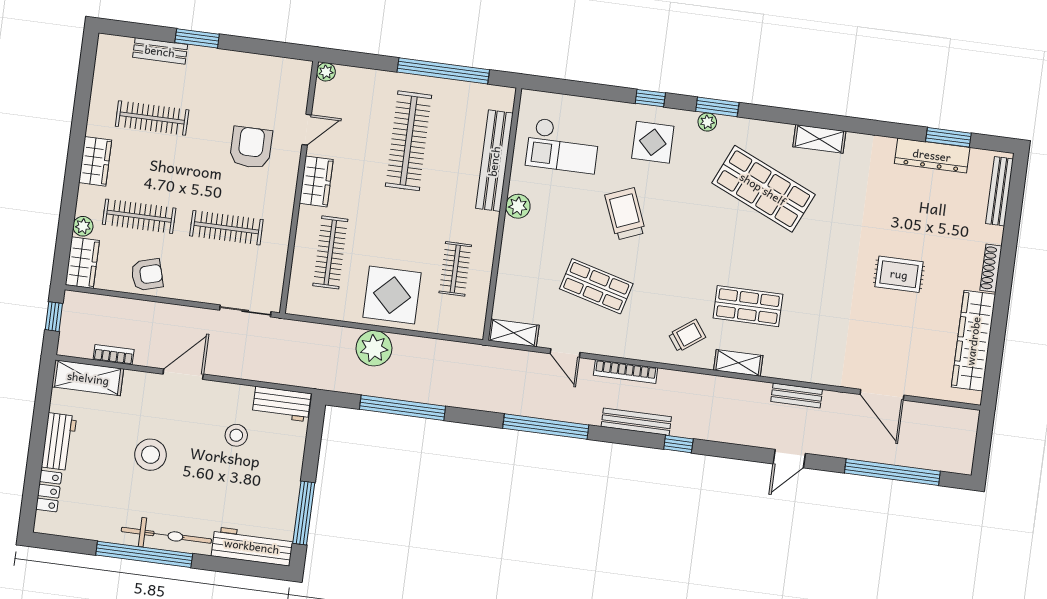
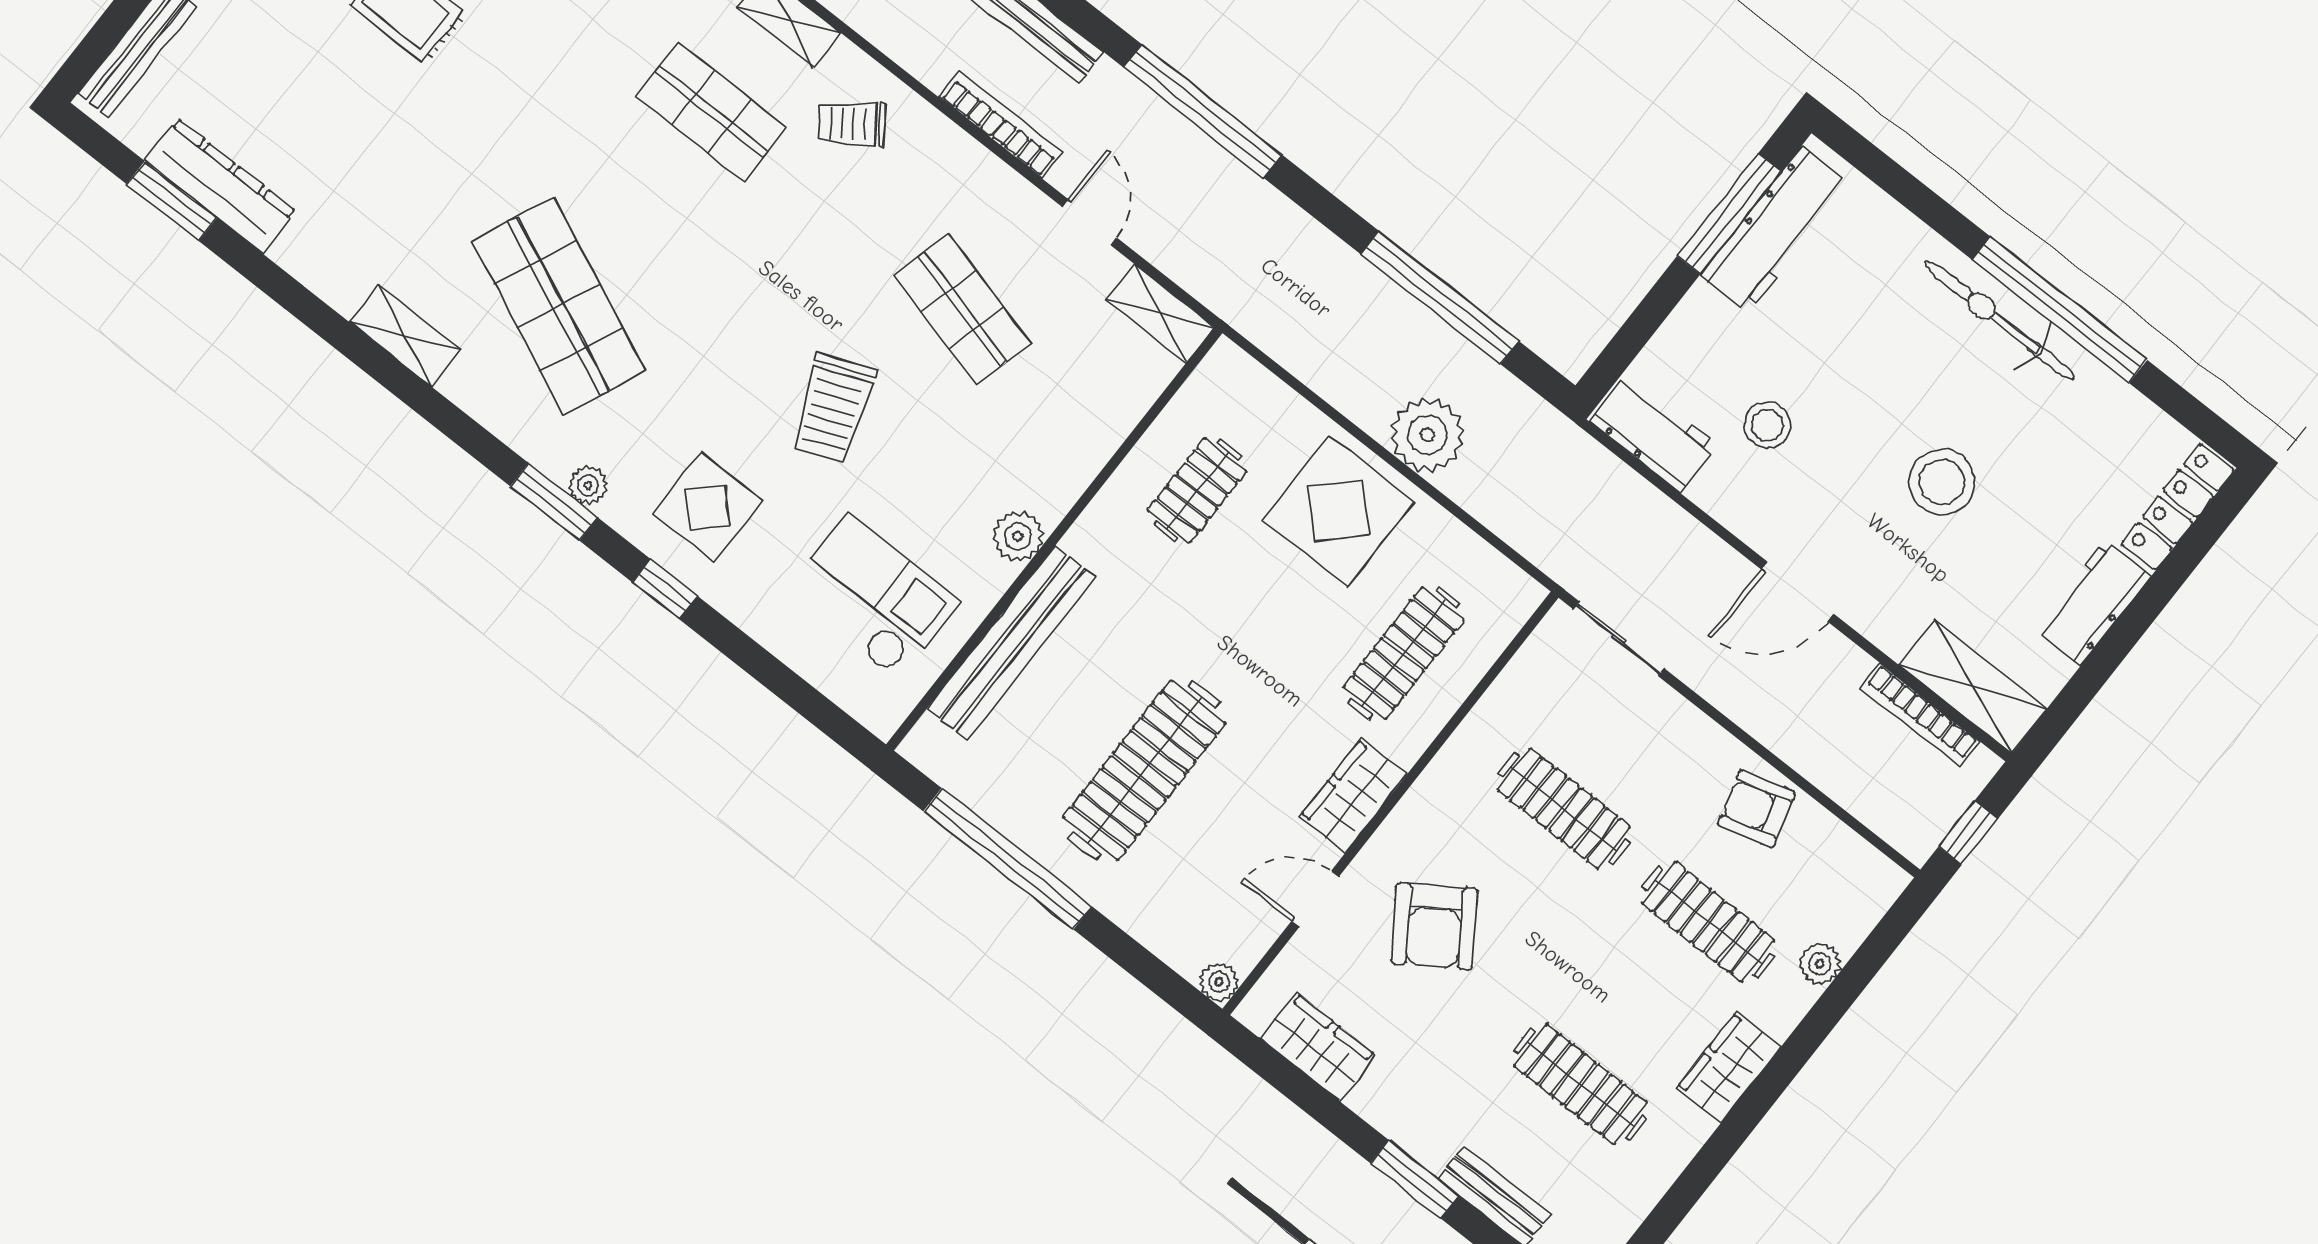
armchair: (251, 147) -> (1434, 926), turned -34
wardrobe: (82, 263) -> (1318, 1047), moved, turned 90
bookcase: (114, 355) -> (1920, 715), width x1.56
locker: (49, 491) -> (2178, 507), width x1.53
workbench: (252, 546) -> (1775, 230), moved, turned -90

